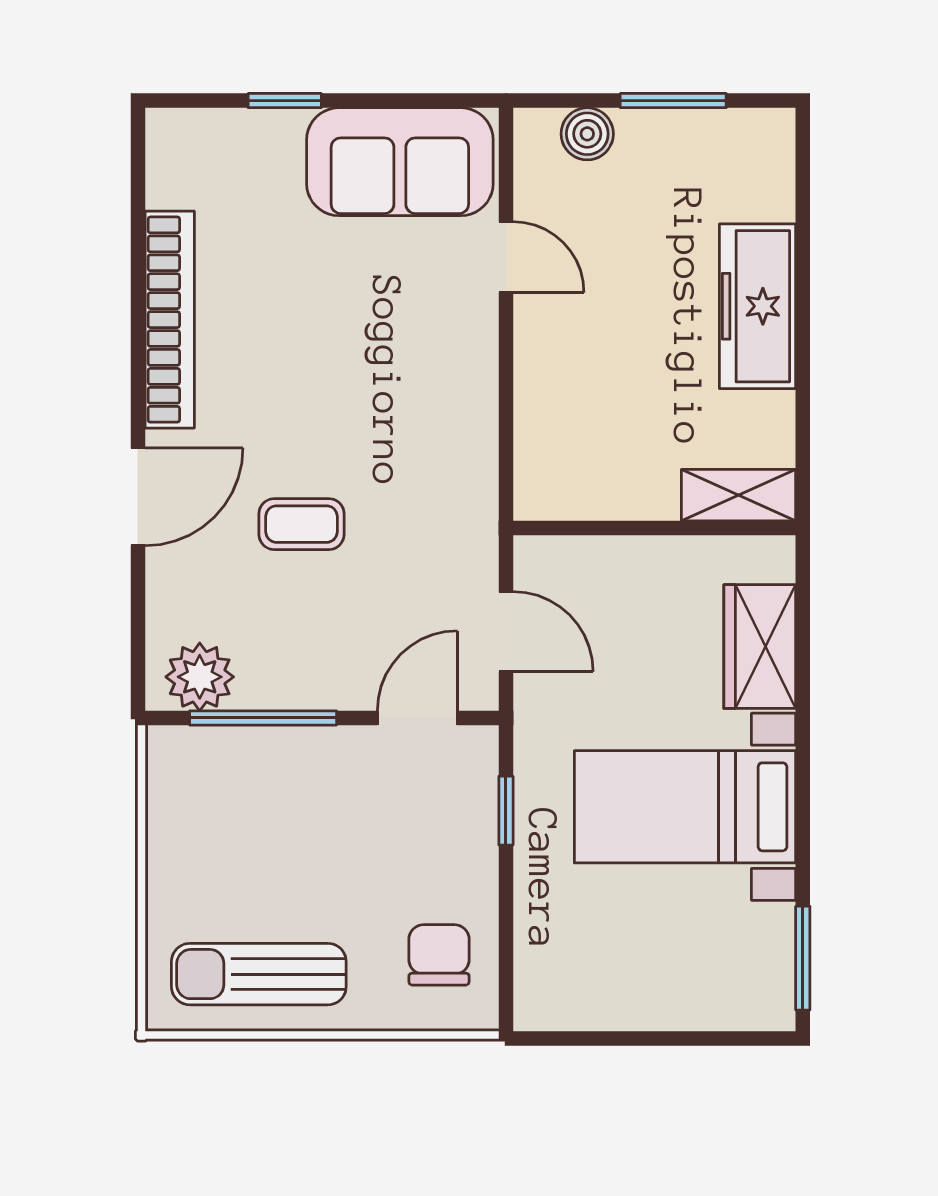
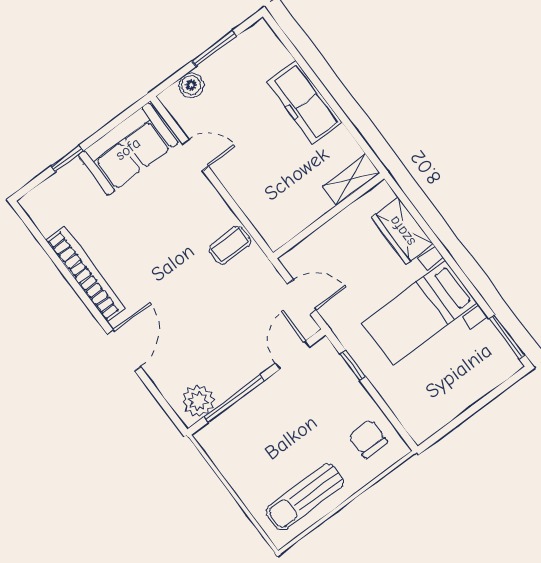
coffee table: (302, 524) -> (230, 245), moved

